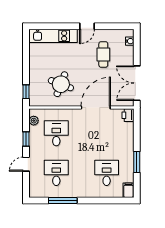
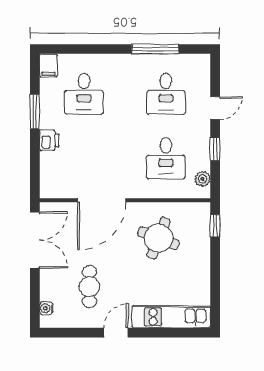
printer: (128, 115) -> (49, 140), moved

